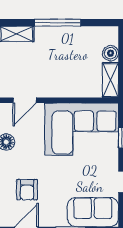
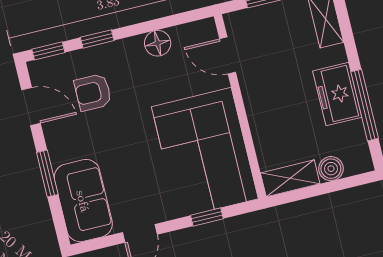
window: (58, 23) -> (365, 105), moved
freezer: (65, 38) -> (337, 94), added

